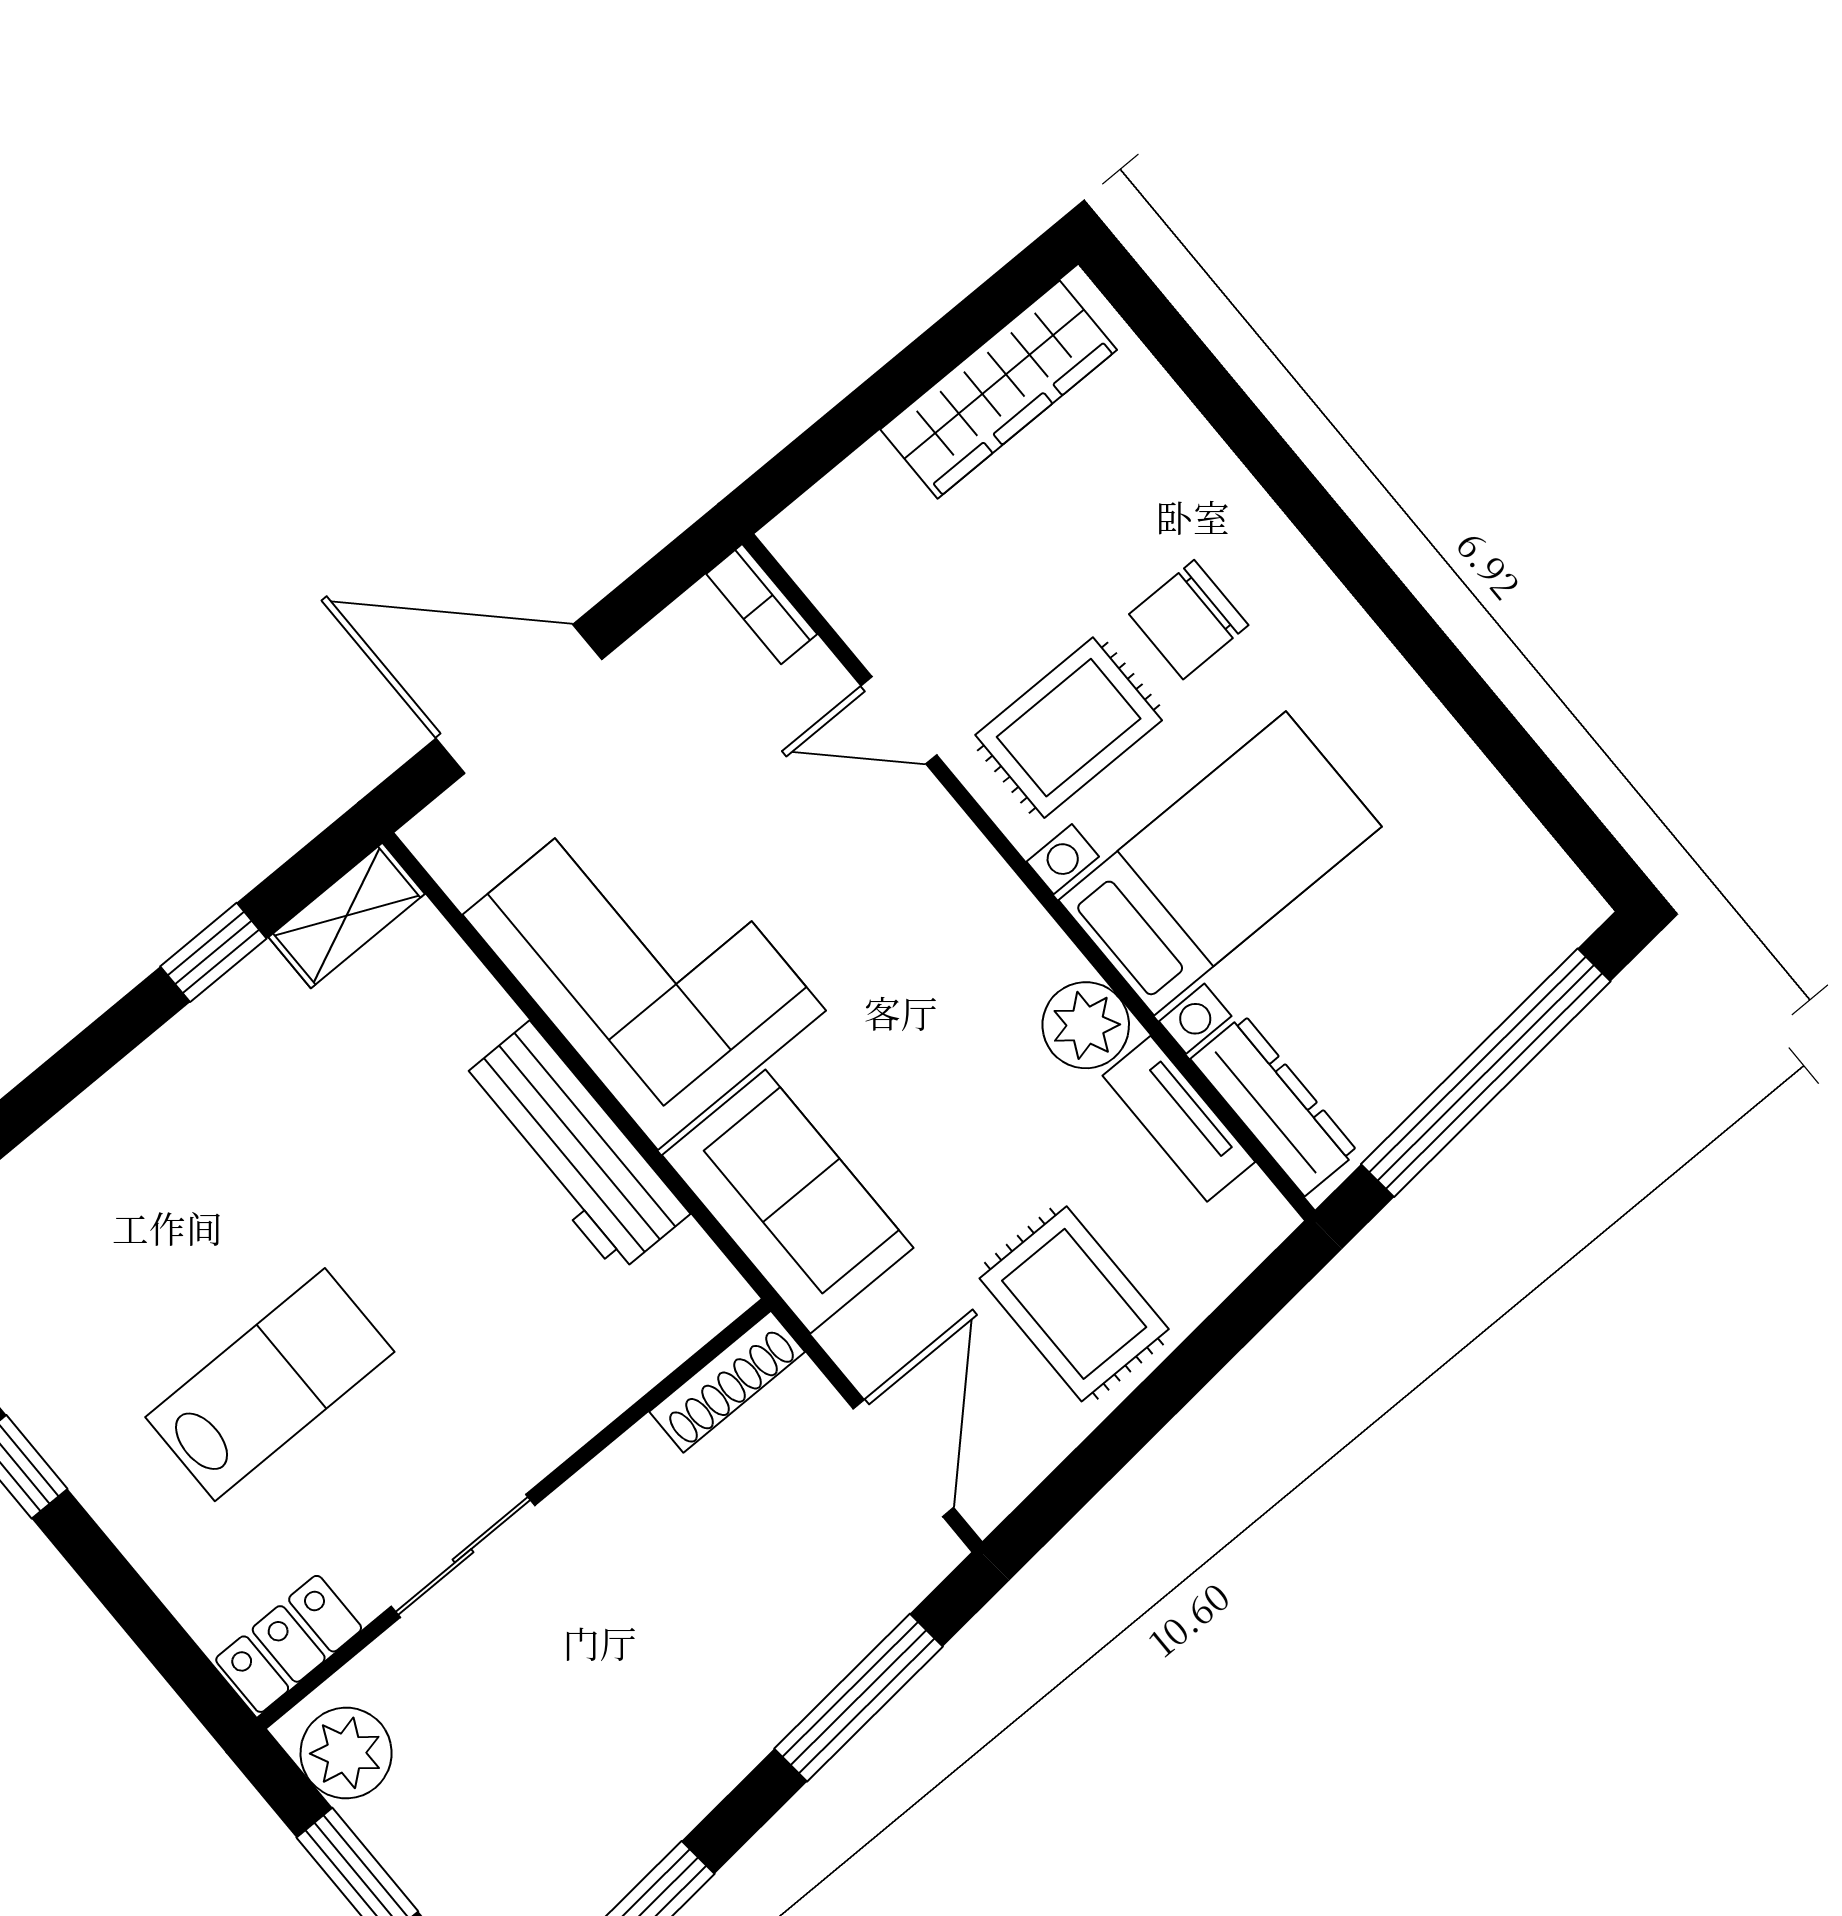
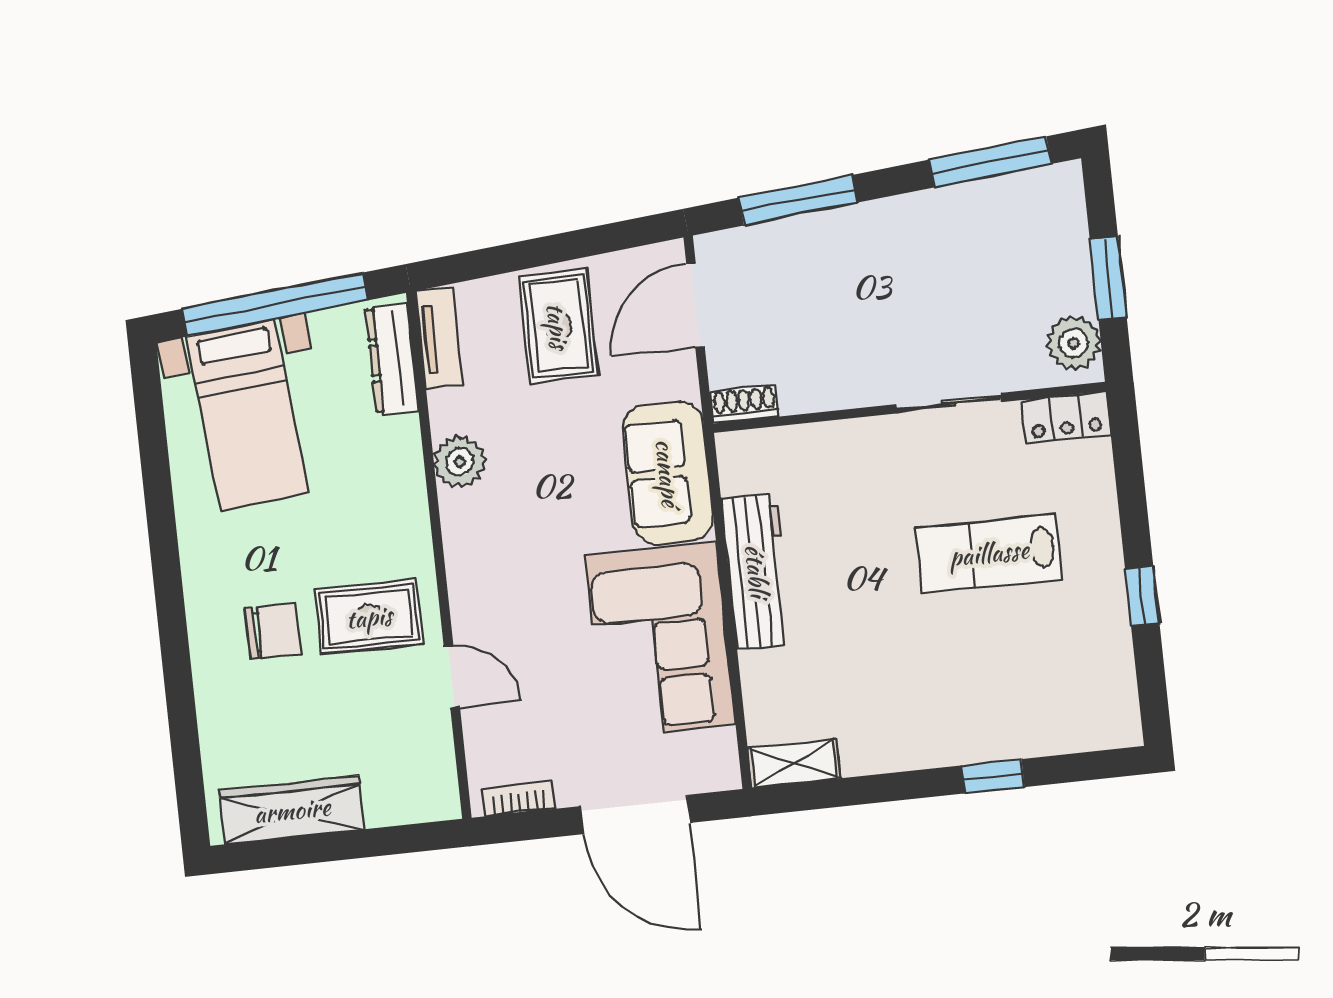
bookcase: (762, 604) -> (519, 799), moved, turned -90
bed with nightstands: (1220, 863) -> (248, 415), moved, turned -95
window: (213, 952) -> (993, 776), moved
tv unit: (1179, 1119) -> (439, 338), moved
shoe rack: (727, 1382) -> (744, 404), width x0.70

